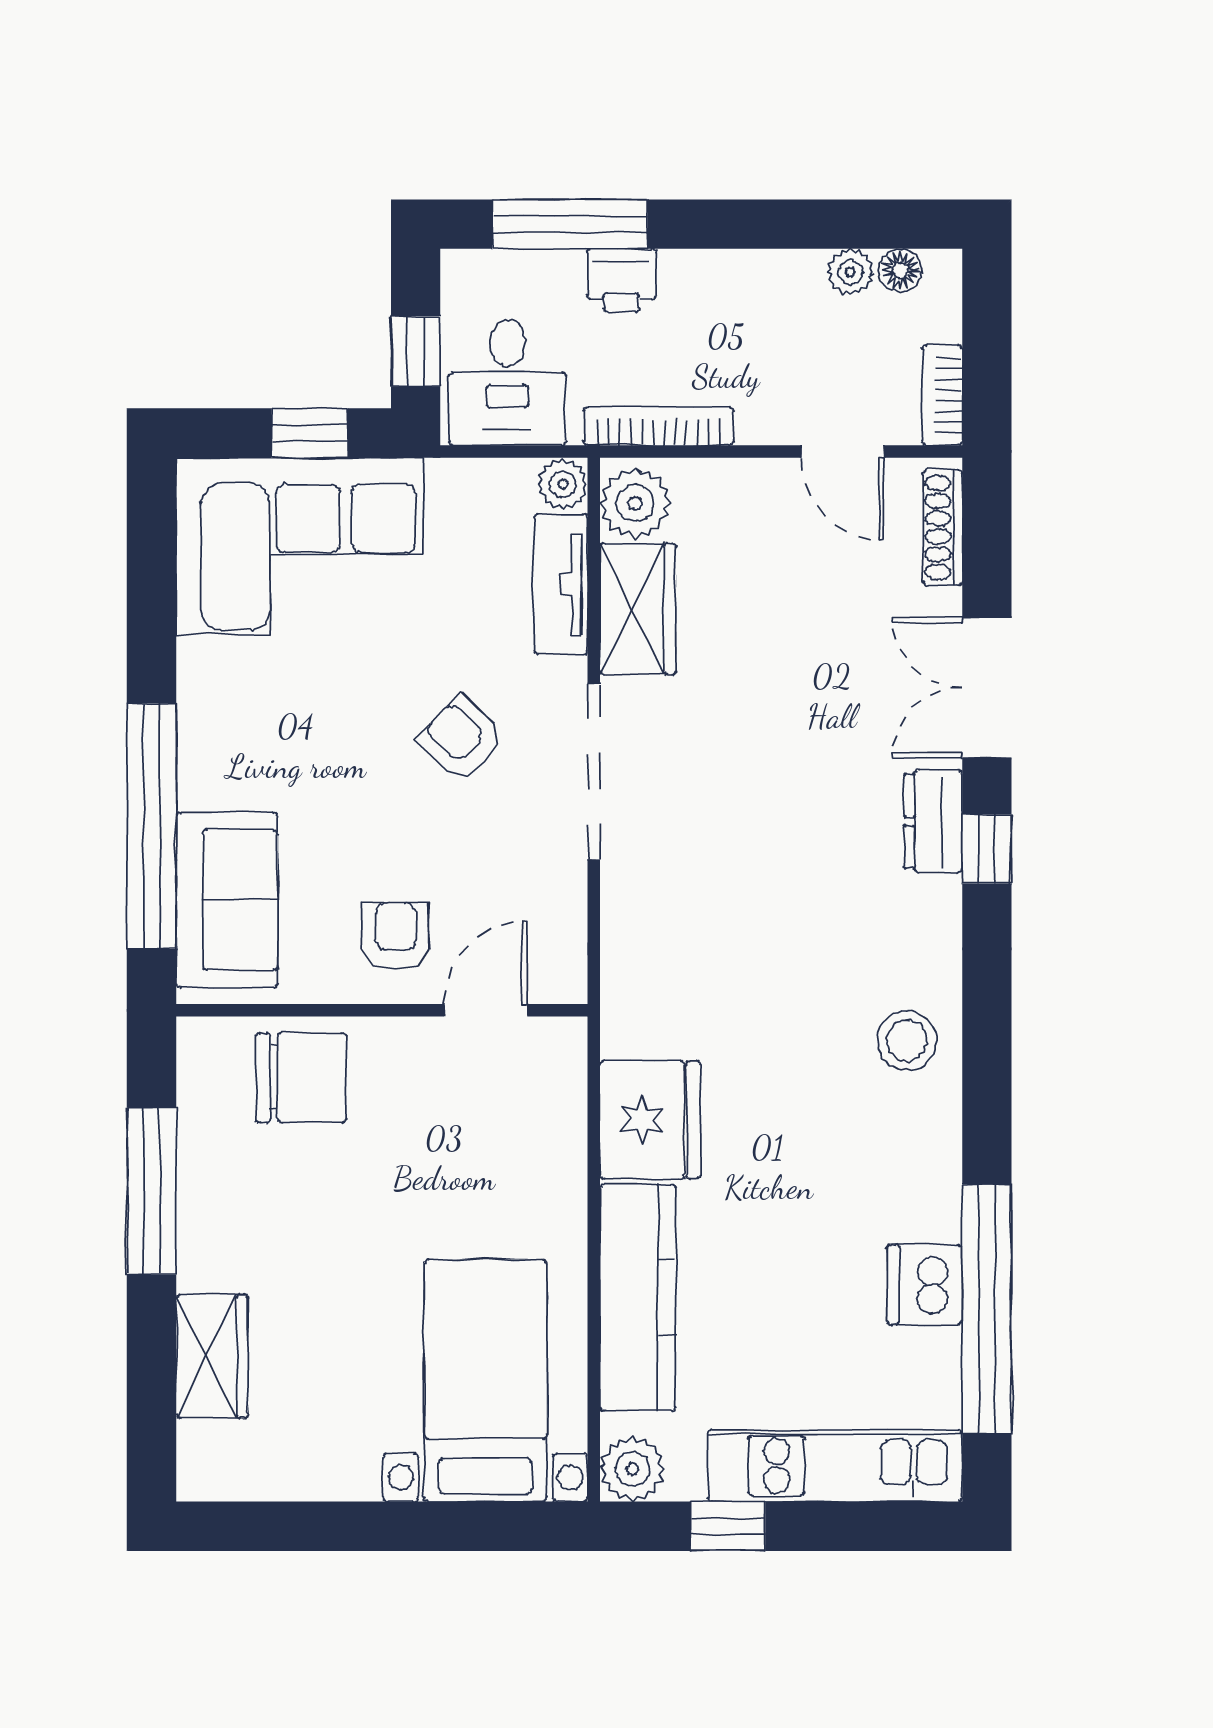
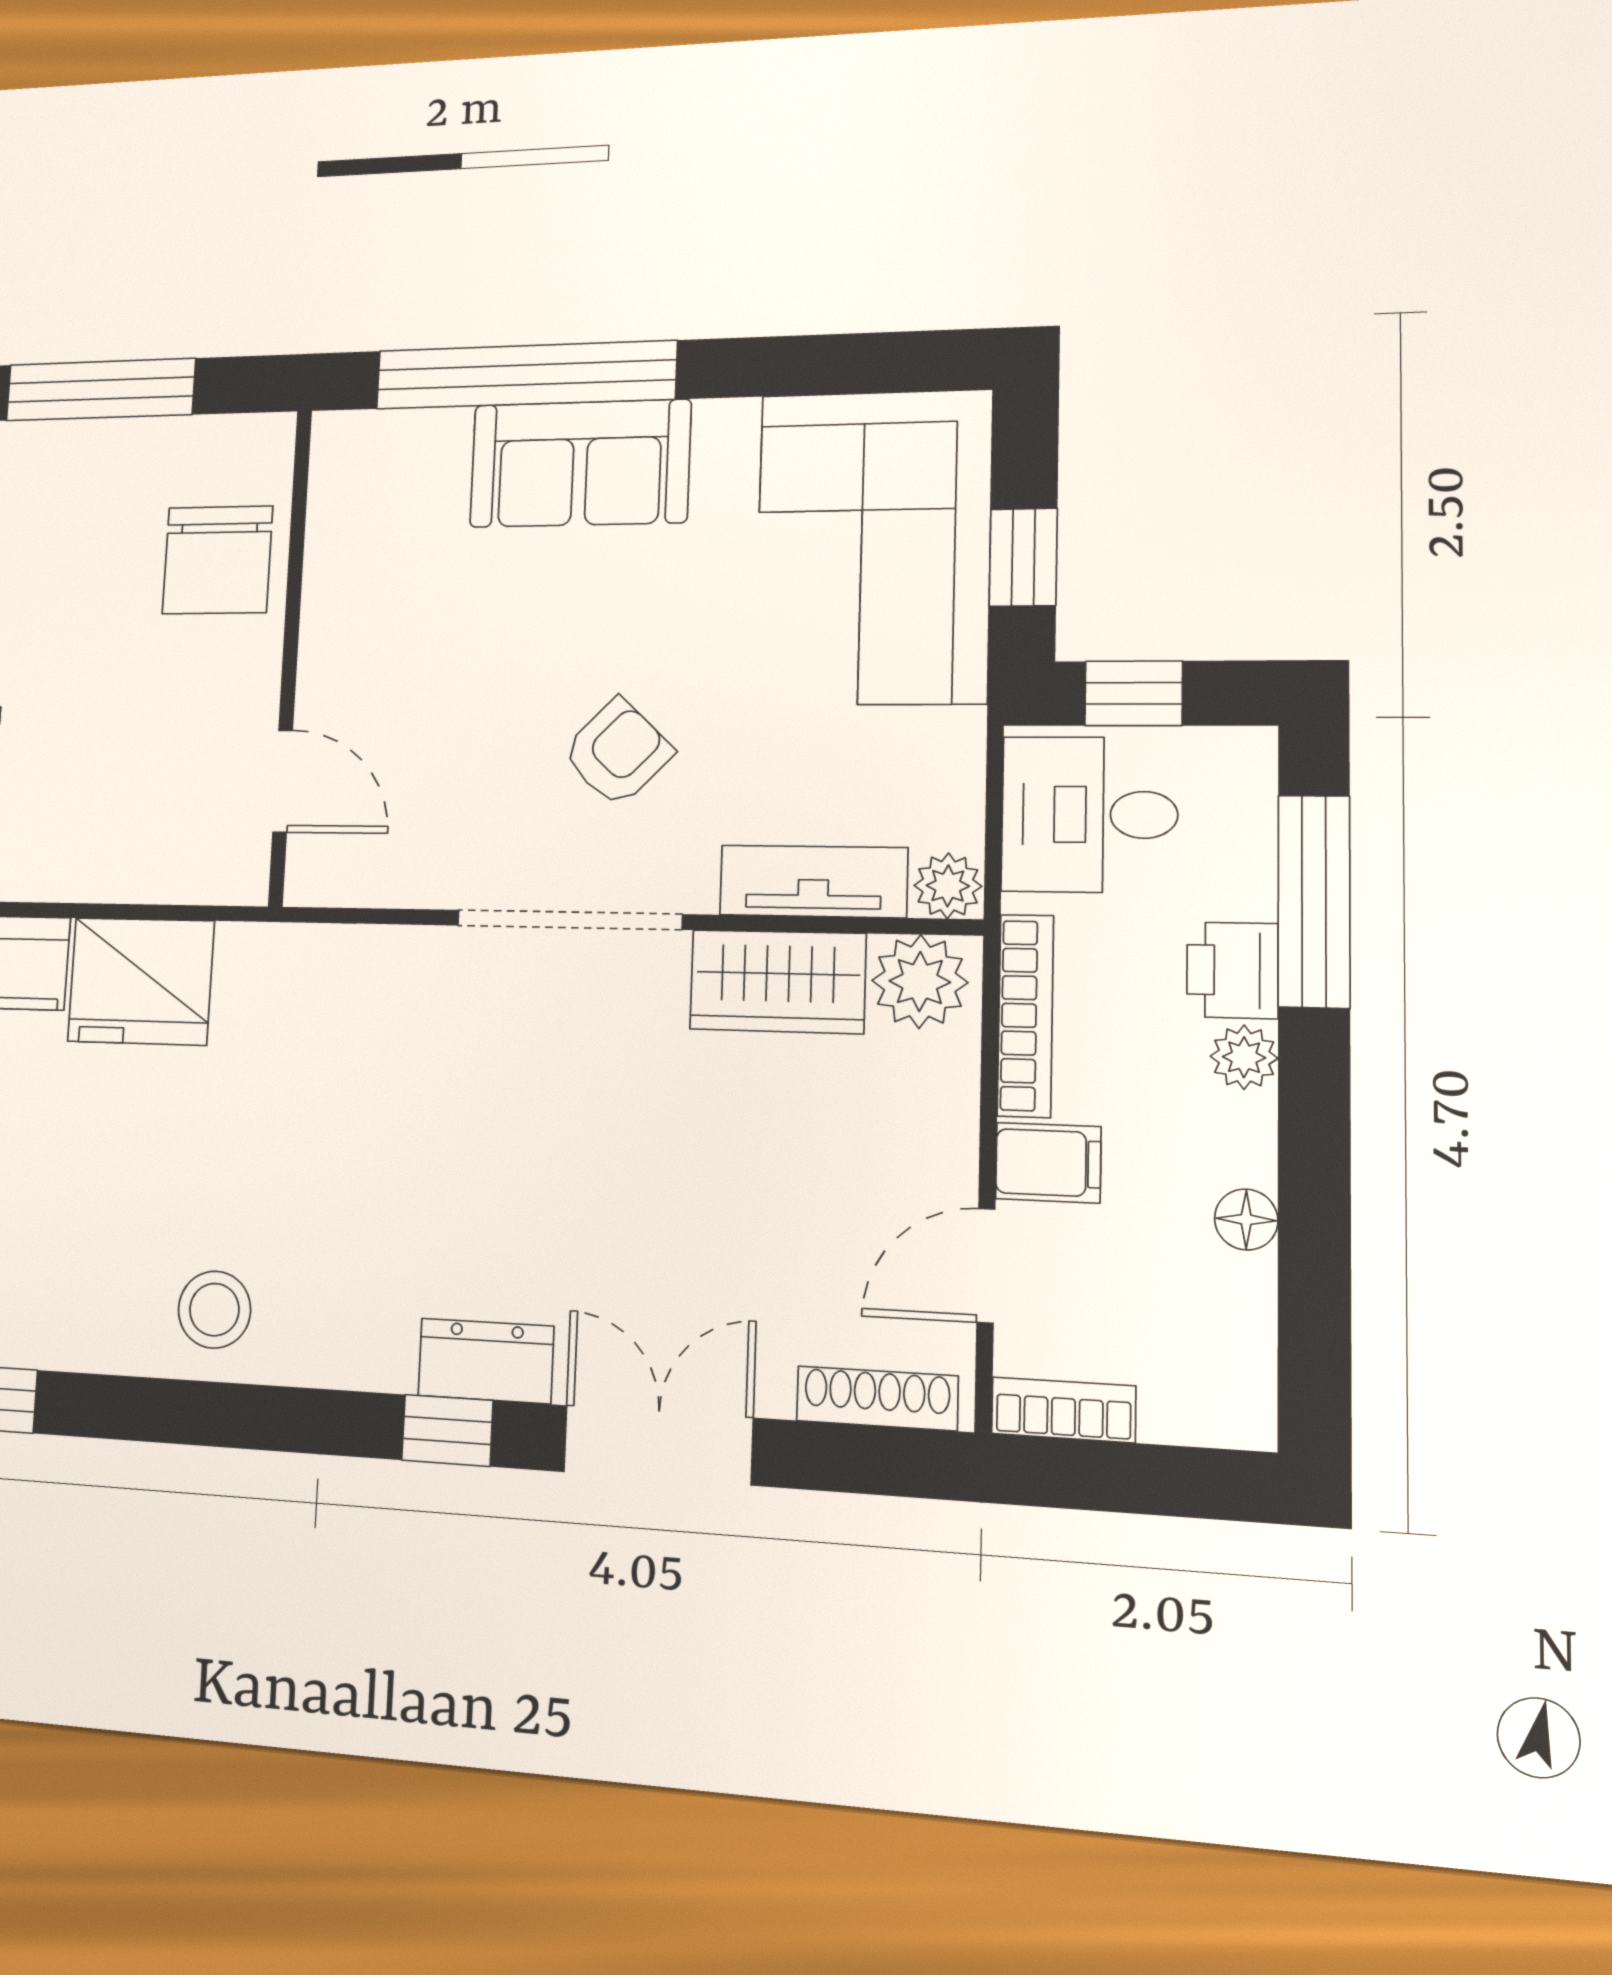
floor lamp: (900, 270) -> (1246, 1220), moved
plant: (851, 272) -> (1244, 1057), moved
filing cabinet: (766, 408) -> (1048, 1163), added
sofa: (227, 900) -> (580, 463), moved
armchair: (396, 936) -> (378, 671), removed

